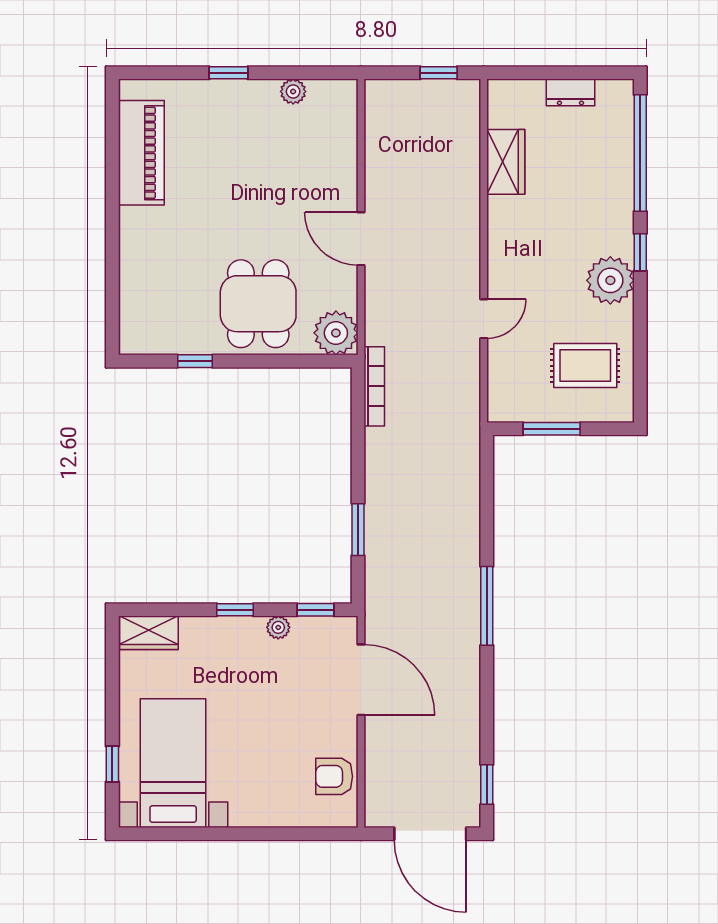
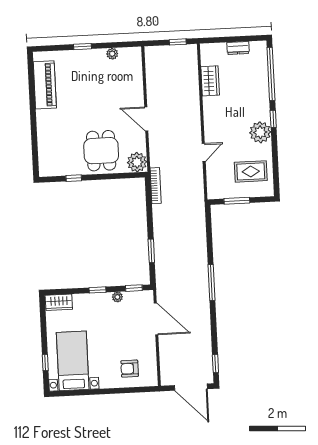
armchair: (334, 776) -> (130, 369), moved

